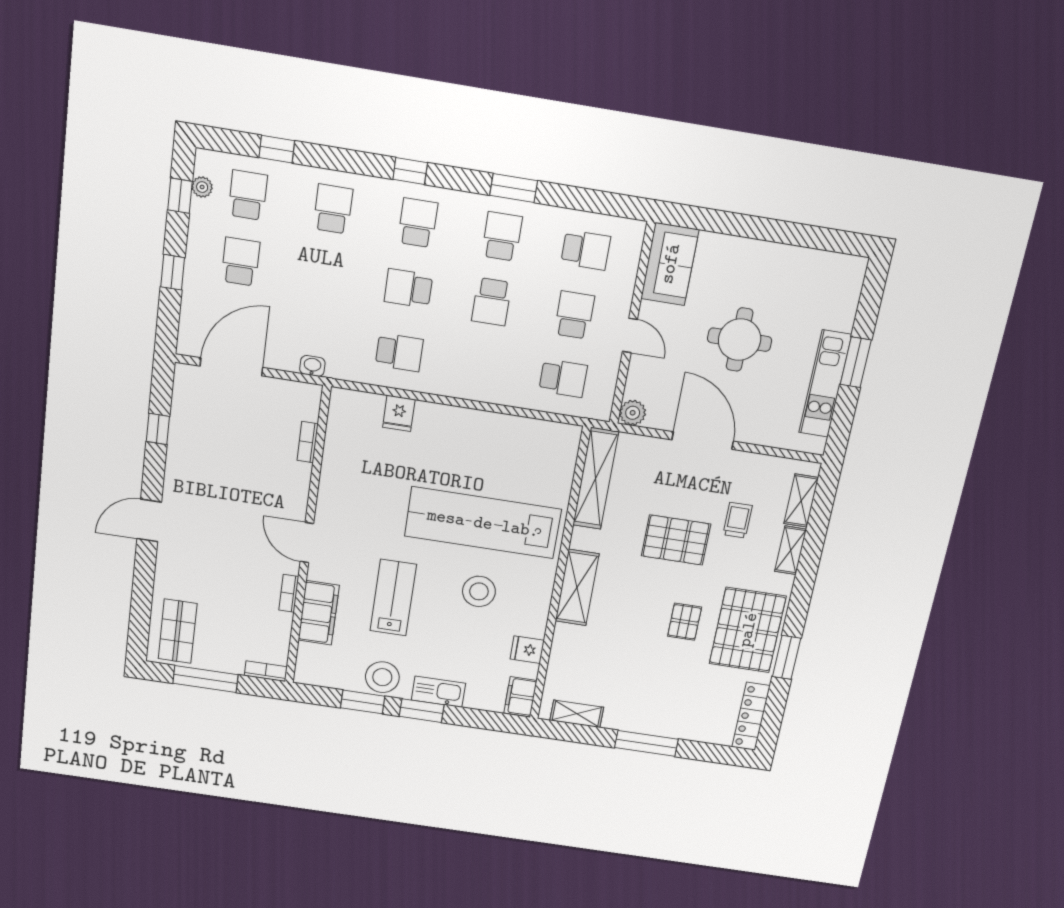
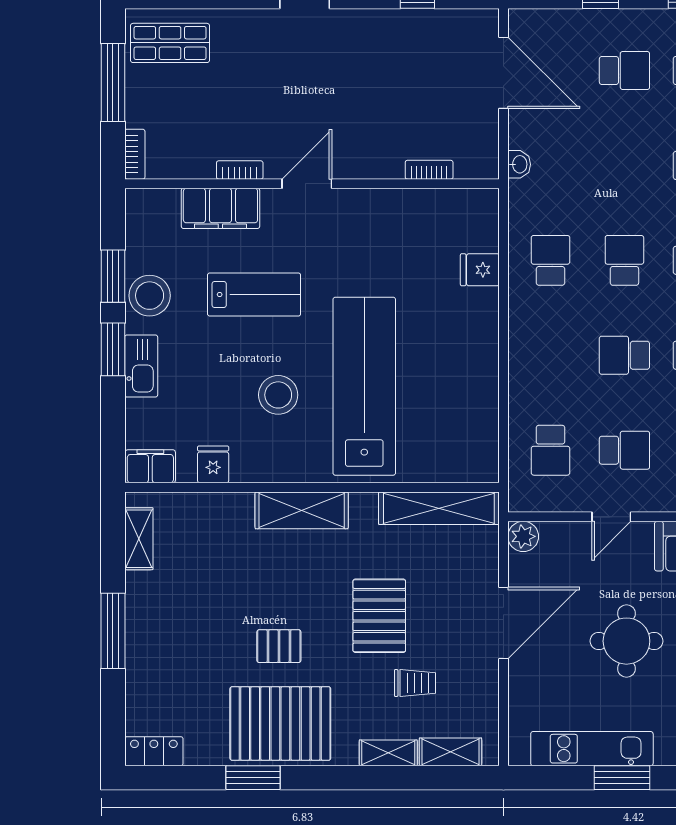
school desk: (399, 352) -> (551, 260), turned 180
locker: (751, 716) -> (154, 751), width x0.66

